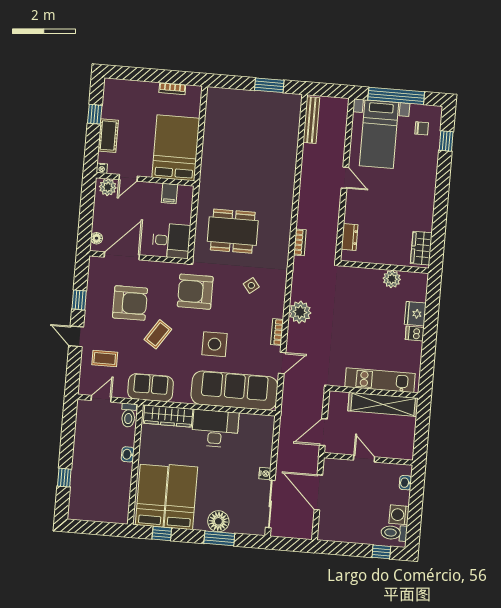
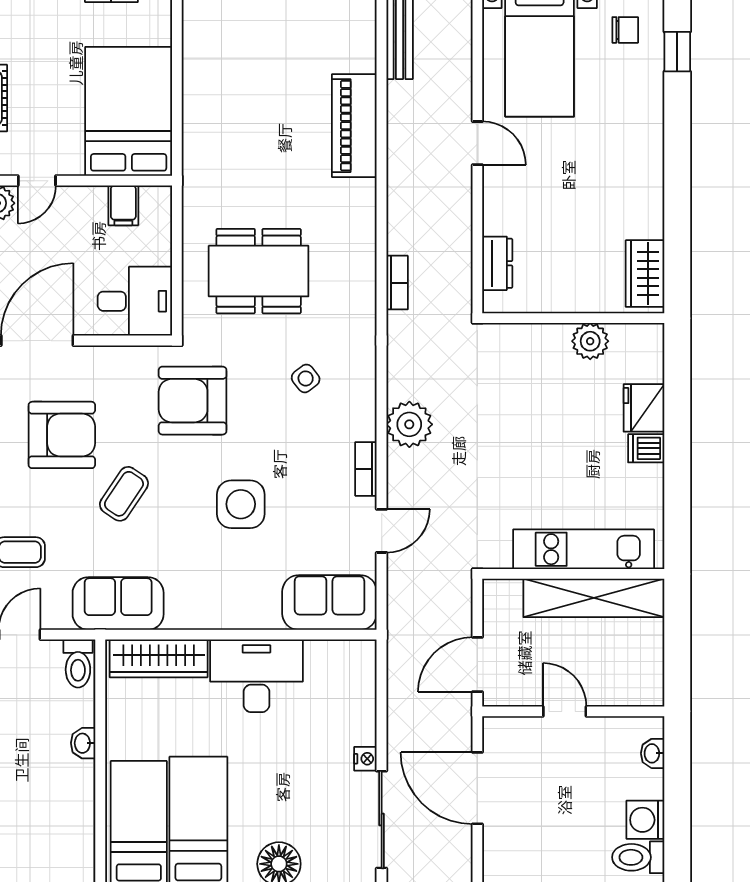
piano: (285, 164) -> (354, 126), added
sofa: (234, 391) -> (329, 603), width x0.54, depth x0.79

